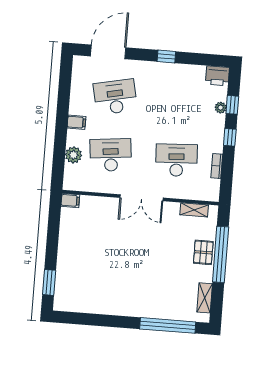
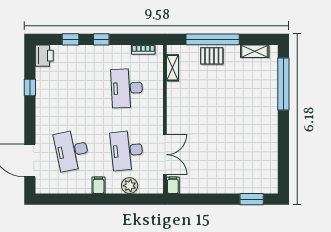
window: (166, 57) -> (30, 87), moved
plant: (221, 108) -> (74, 50), removed
bookcase: (217, 166) -> (143, 50), moved
double door: (142, 198) -> (165, 155), moved

